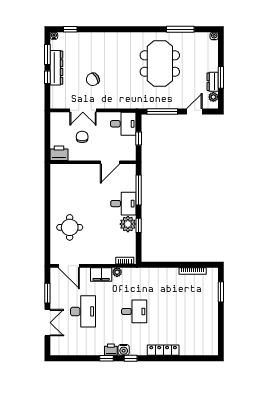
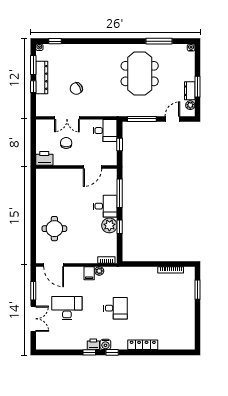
filing cabinet: (101, 274) -> (89, 273), width x0.50
desk: (83, 311) -> (67, 308), turned -90

